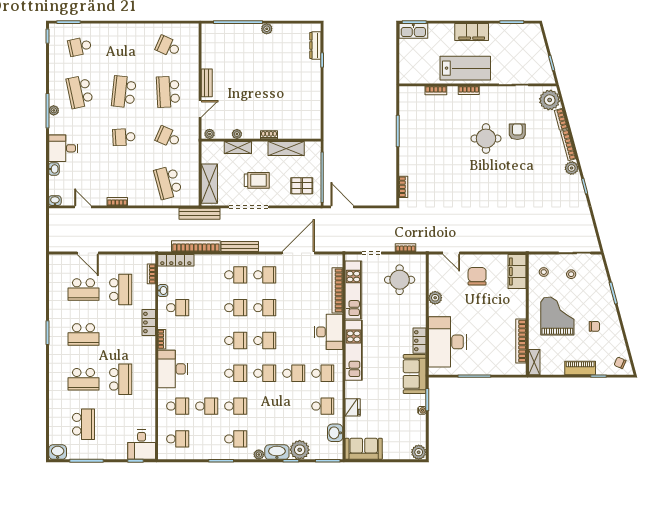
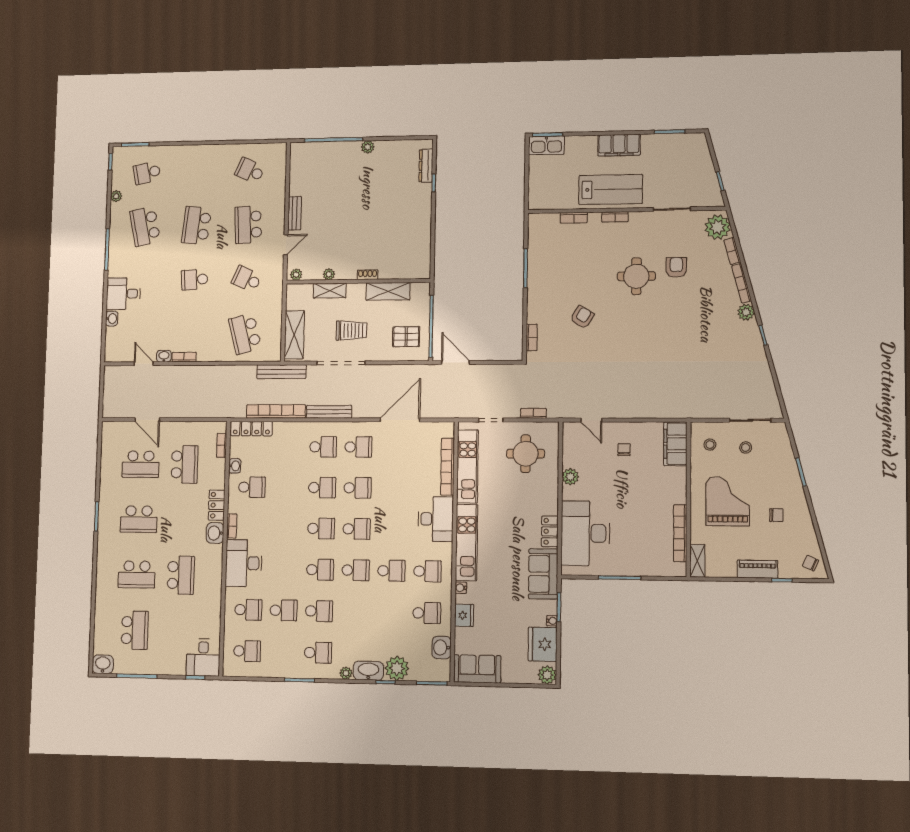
plant: (54, 110) -> (116, 196), moved
armchair: (443, 171) -> (582, 317), added
washbasin: (55, 201) -> (164, 356), moved
chair: (477, 276) -> (624, 450), width x0.54, depth x0.54
washbasin: (148, 345) -> (215, 533), added
water cooler: (350, 386) -> (461, 588), added
fridge: (415, 429) -> (543, 644), added

